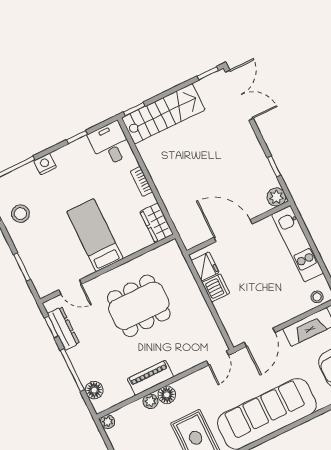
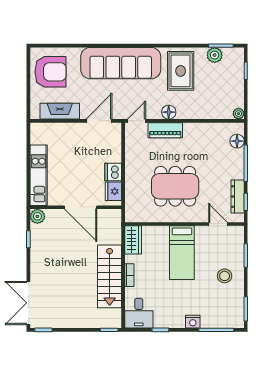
stairs: (163, 114) -> (110, 276), moved, turned -90
stool: (20, 214) -> (225, 276), moved
stool: (317, 297) -> (43, 130), removed
piano: (150, 378) -> (165, 130), moved
floor lamp: (167, 395) -> (169, 112), moved
plant: (150, 401) -> (200, 113), removed

